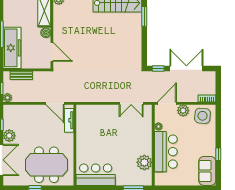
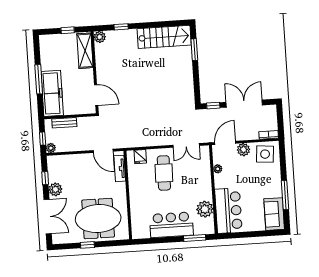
boiler: (46, 33) -> (88, 74), removed
fridge: (89, 111) -> (140, 157), added
cafe table: (109, 127) -> (164, 173), added
bar counter: (166, 152) -> (228, 211), moved
window: (218, 154) -> (285, 195), width x2.17
bar counter: (96, 175) -> (171, 225), moved

